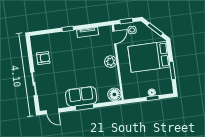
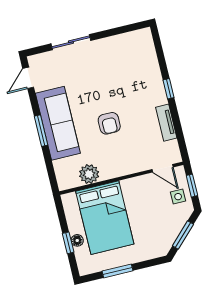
bed: (149, 57) -> (105, 218), moved, turned 180
armchair: (43, 58) -> (109, 123), moved
plant: (111, 62) -> (89, 174), moved
floor lamp: (114, 94) -> (67, 178), removed
sofa: (81, 97) -> (58, 123), width x1.36

